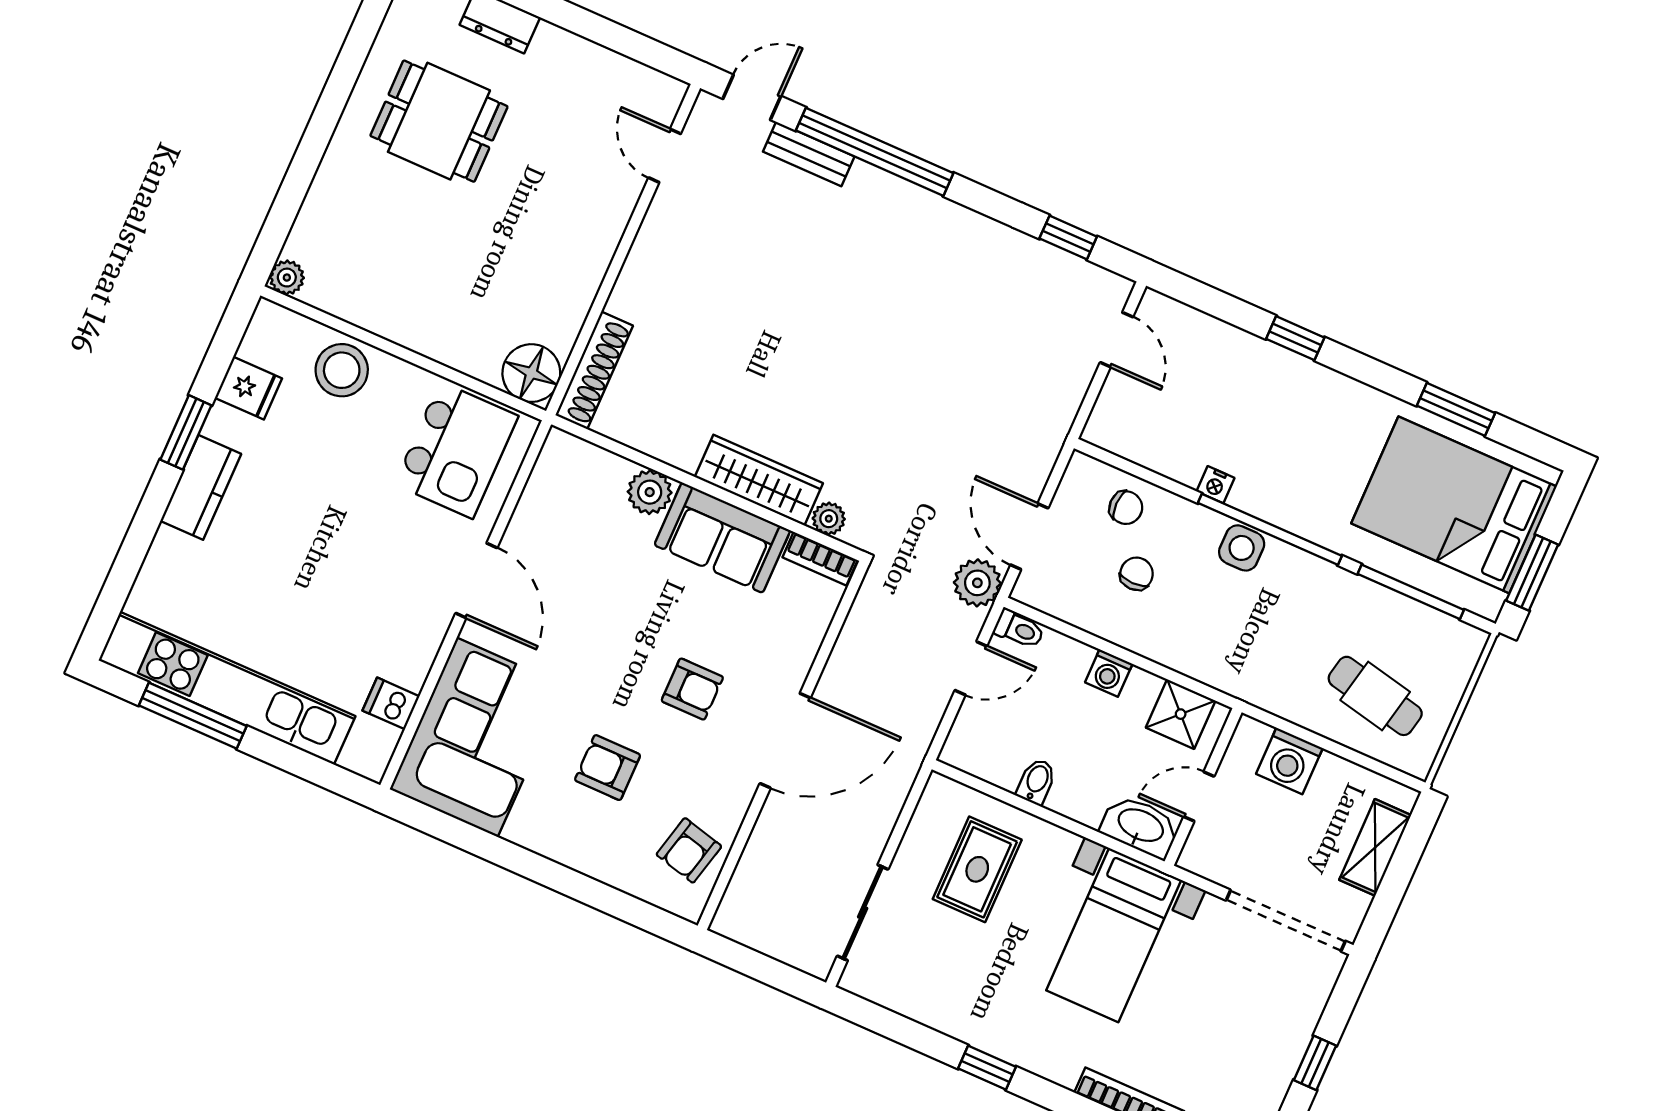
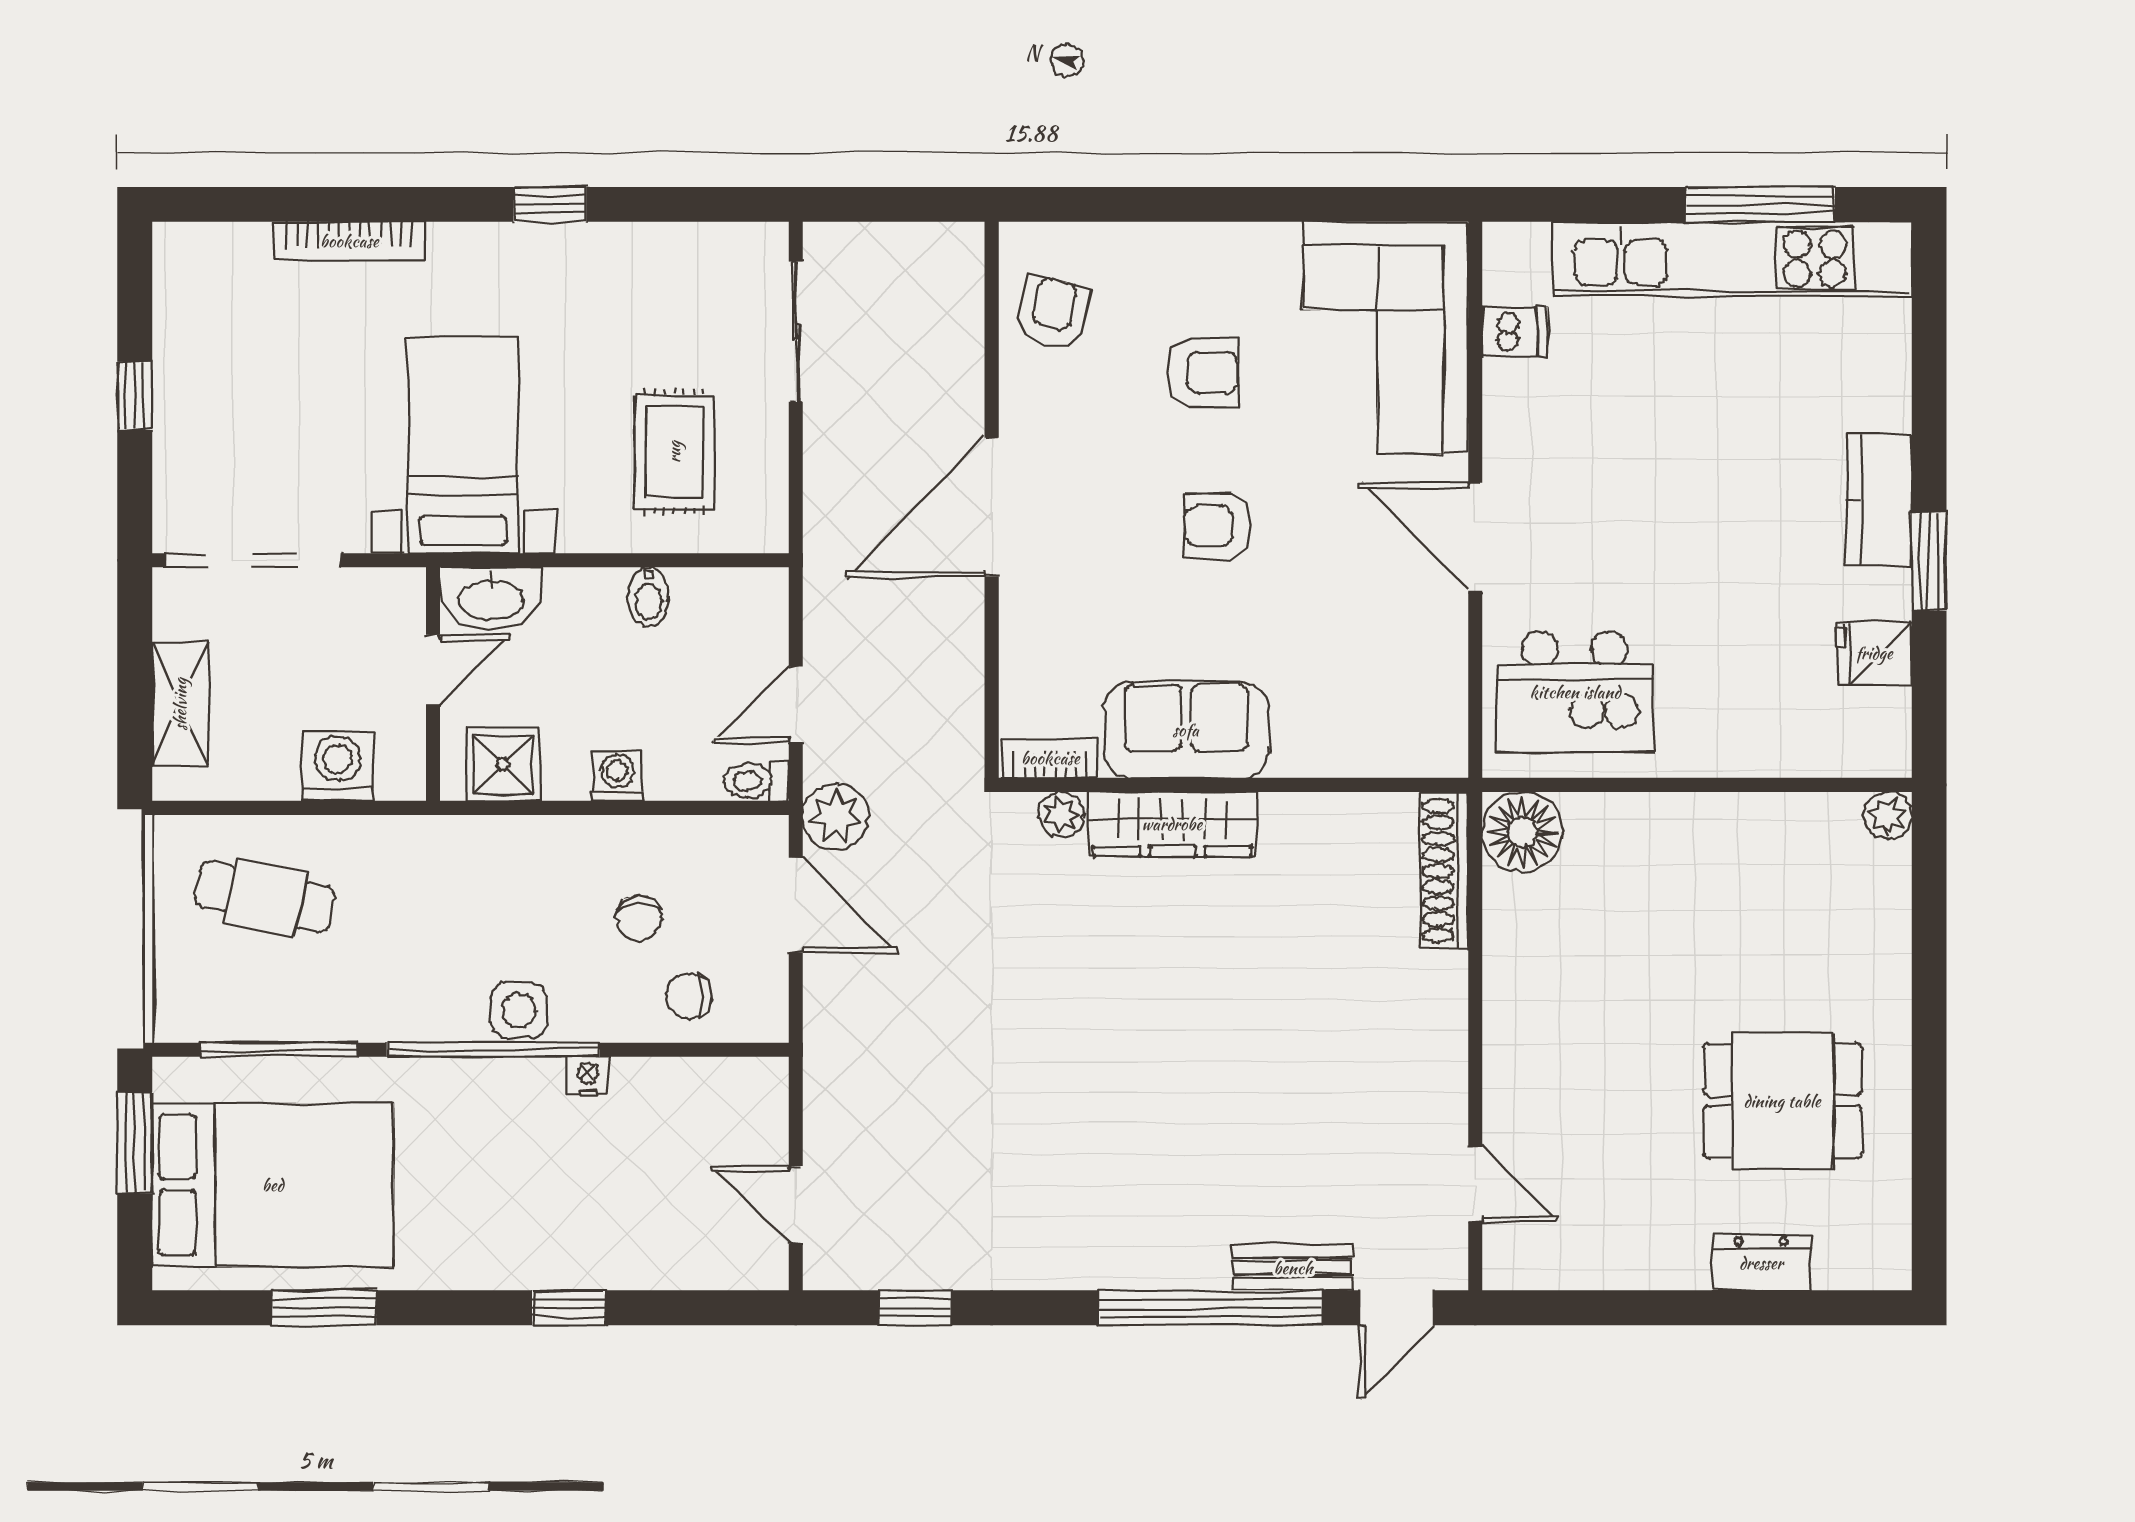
stool: (342, 370) -> (1766, 729), removed
kitchen island: (456, 450) -> (1575, 692), turned -90
plant: (650, 492) -> (1305, 747), removed
armchair: (692, 689) -> (1218, 526), moved

